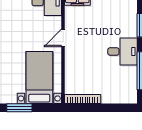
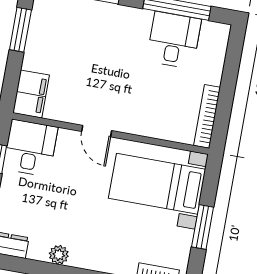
desk: (122, 51) -> (174, 40), moved

